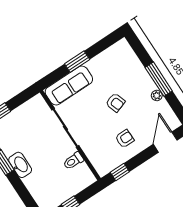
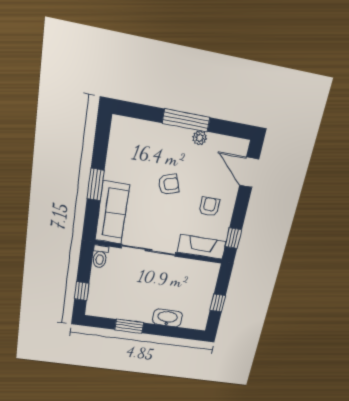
fireplace: (97, 158) -> (202, 247), added
toilet: (73, 161) -> (100, 257), moved
washbasin: (20, 165) -> (167, 318), moved

